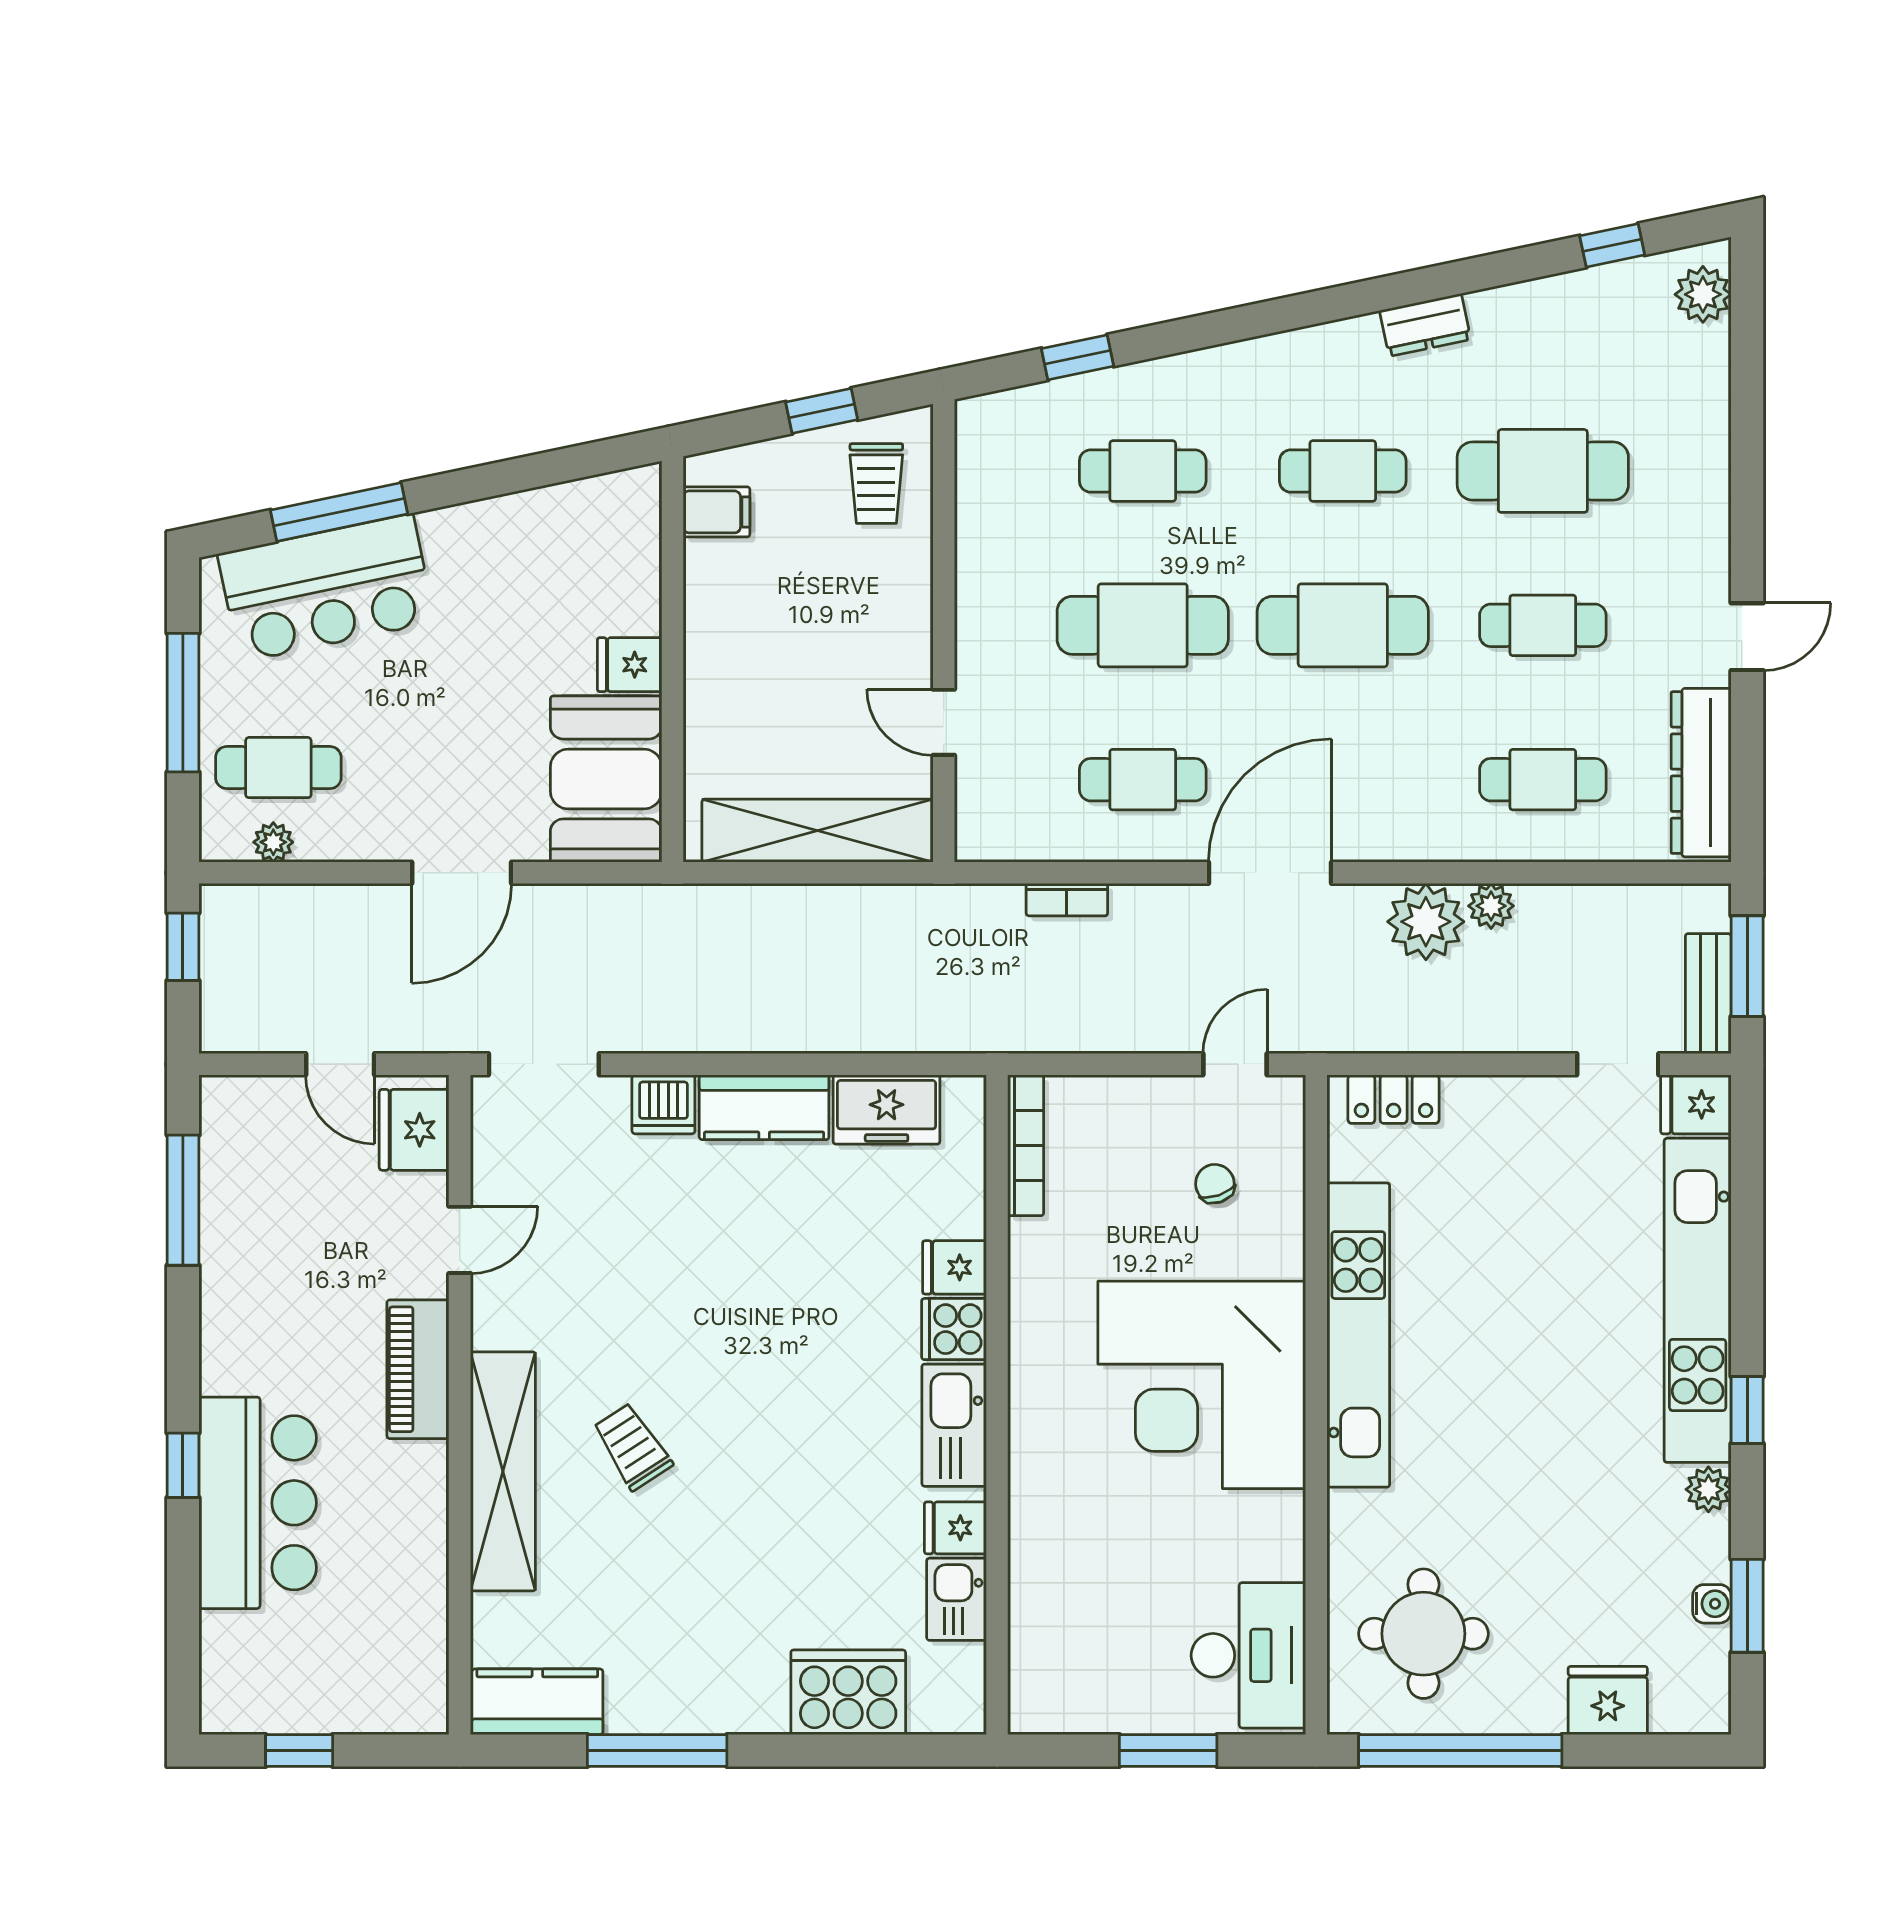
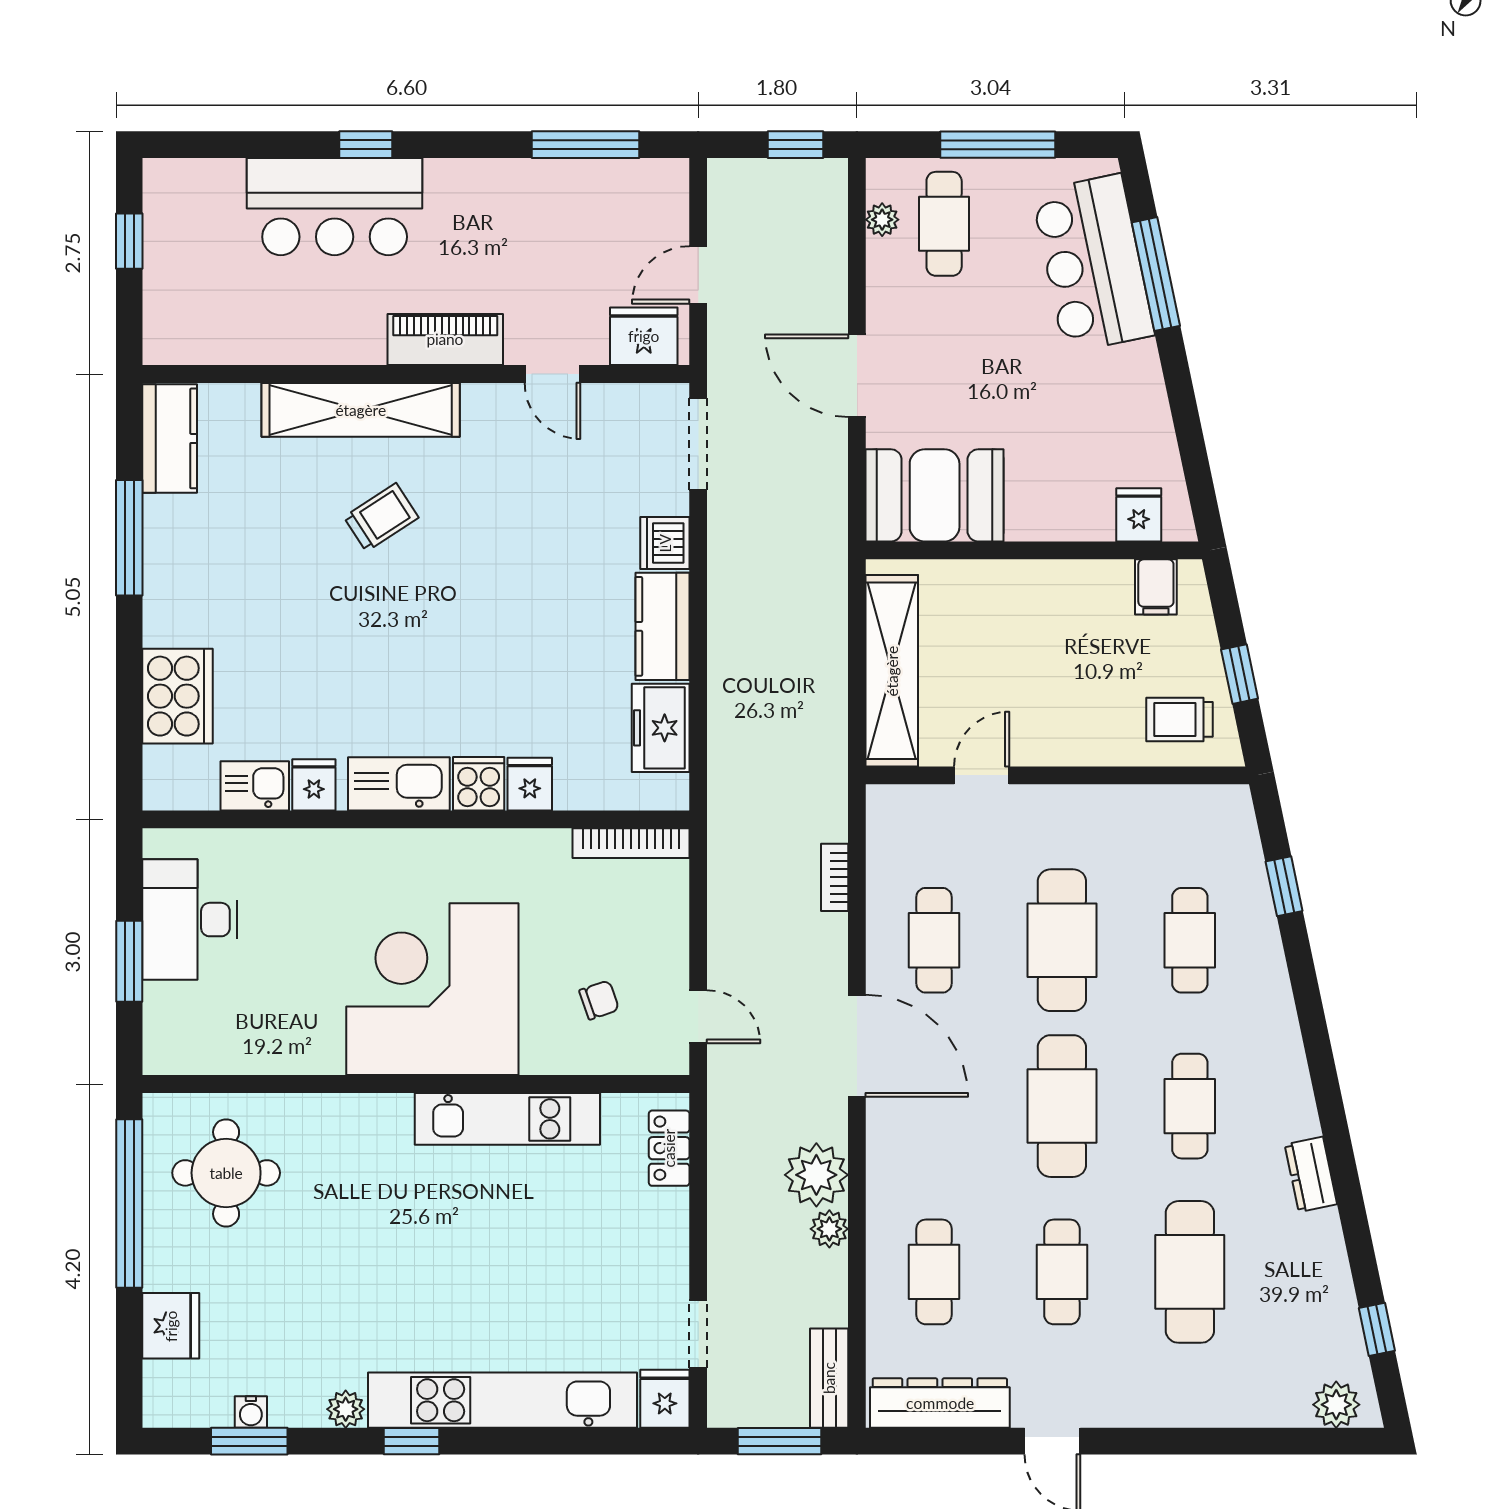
fridge: (630, 665) -> (1139, 515), moved
bench: (1708, 994) -> (829, 1378), moved, turned 90
kitchen unit: (1358, 1335) -> (507, 1119), width x0.73
desk: (1248, 1655) -> (190, 920), moved, turned 90

